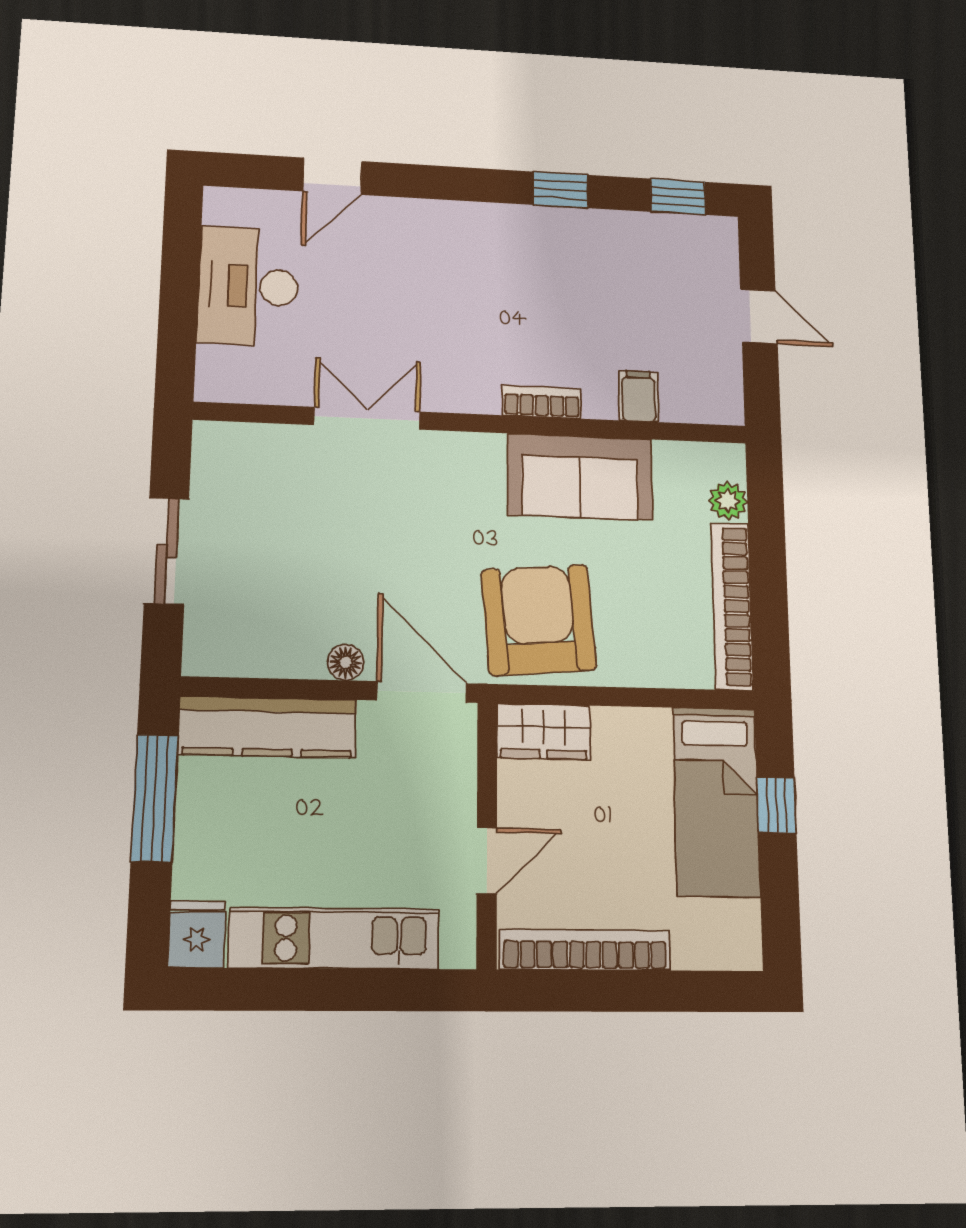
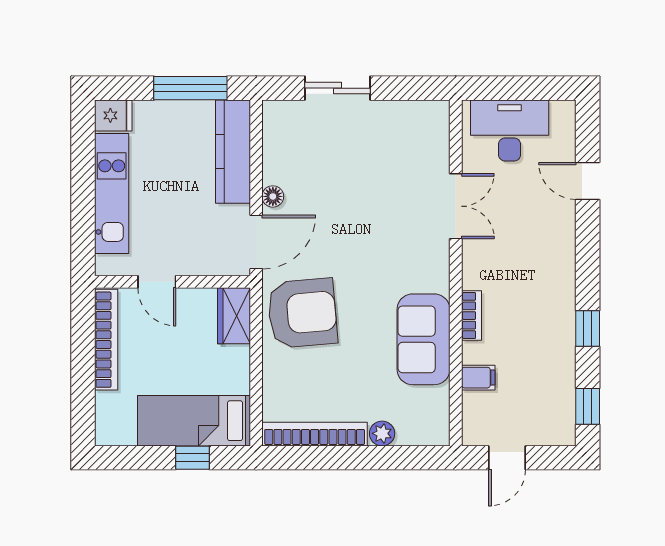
filing cabinet: (639, 396) -> (478, 378), moved
bookcase: (542, 402) -> (471, 316), moved
double door: (367, 418) -> (456, 206), moved
wall: (474, 423) -> (456, 273), moved
sofa: (580, 477) -> (423, 339), moved

